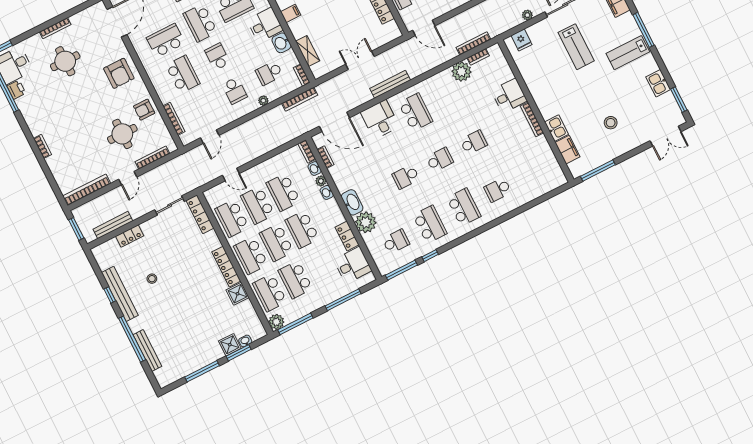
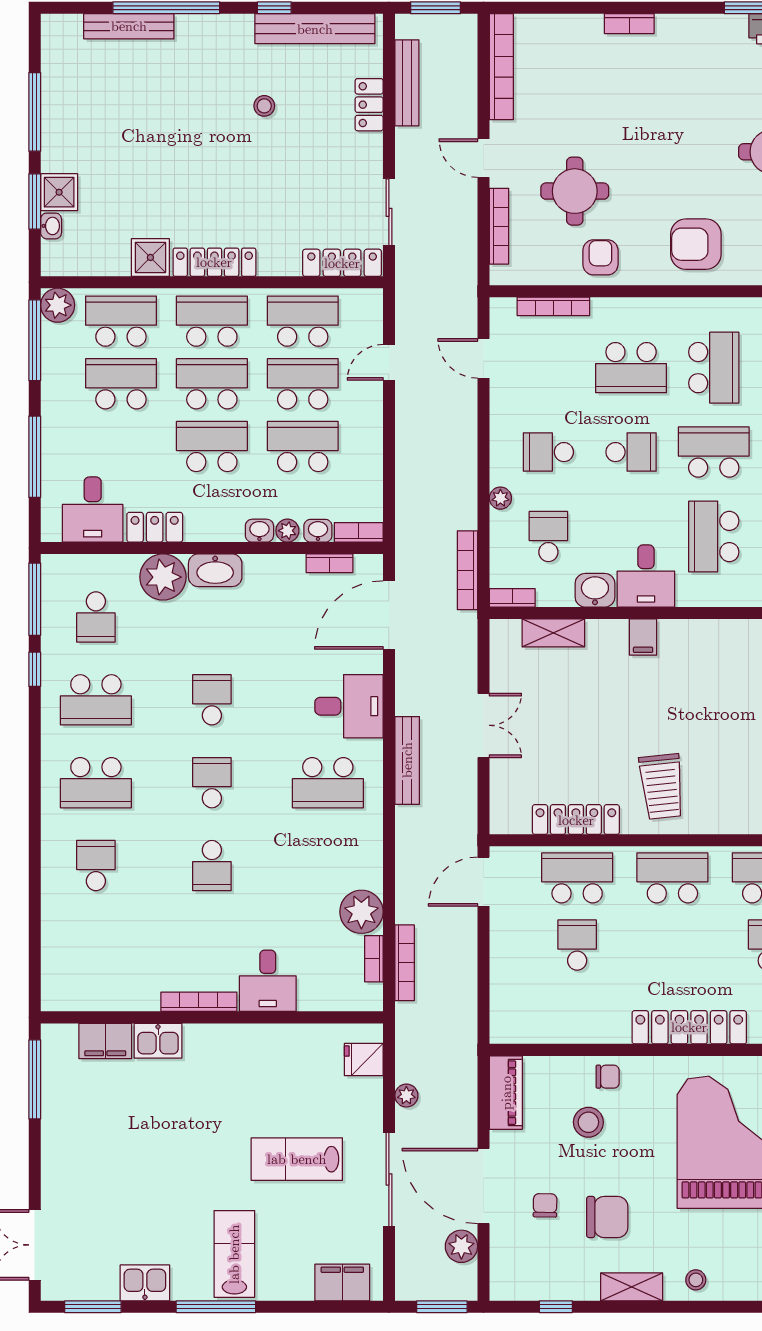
window: (644, 30) -> (216, 1307), moved
stool: (611, 123) -> (115, 1151), removed
school desk: (440, 160) -> (212, 783), turned 180
bench: (120, 294) -> (315, 29), moved

